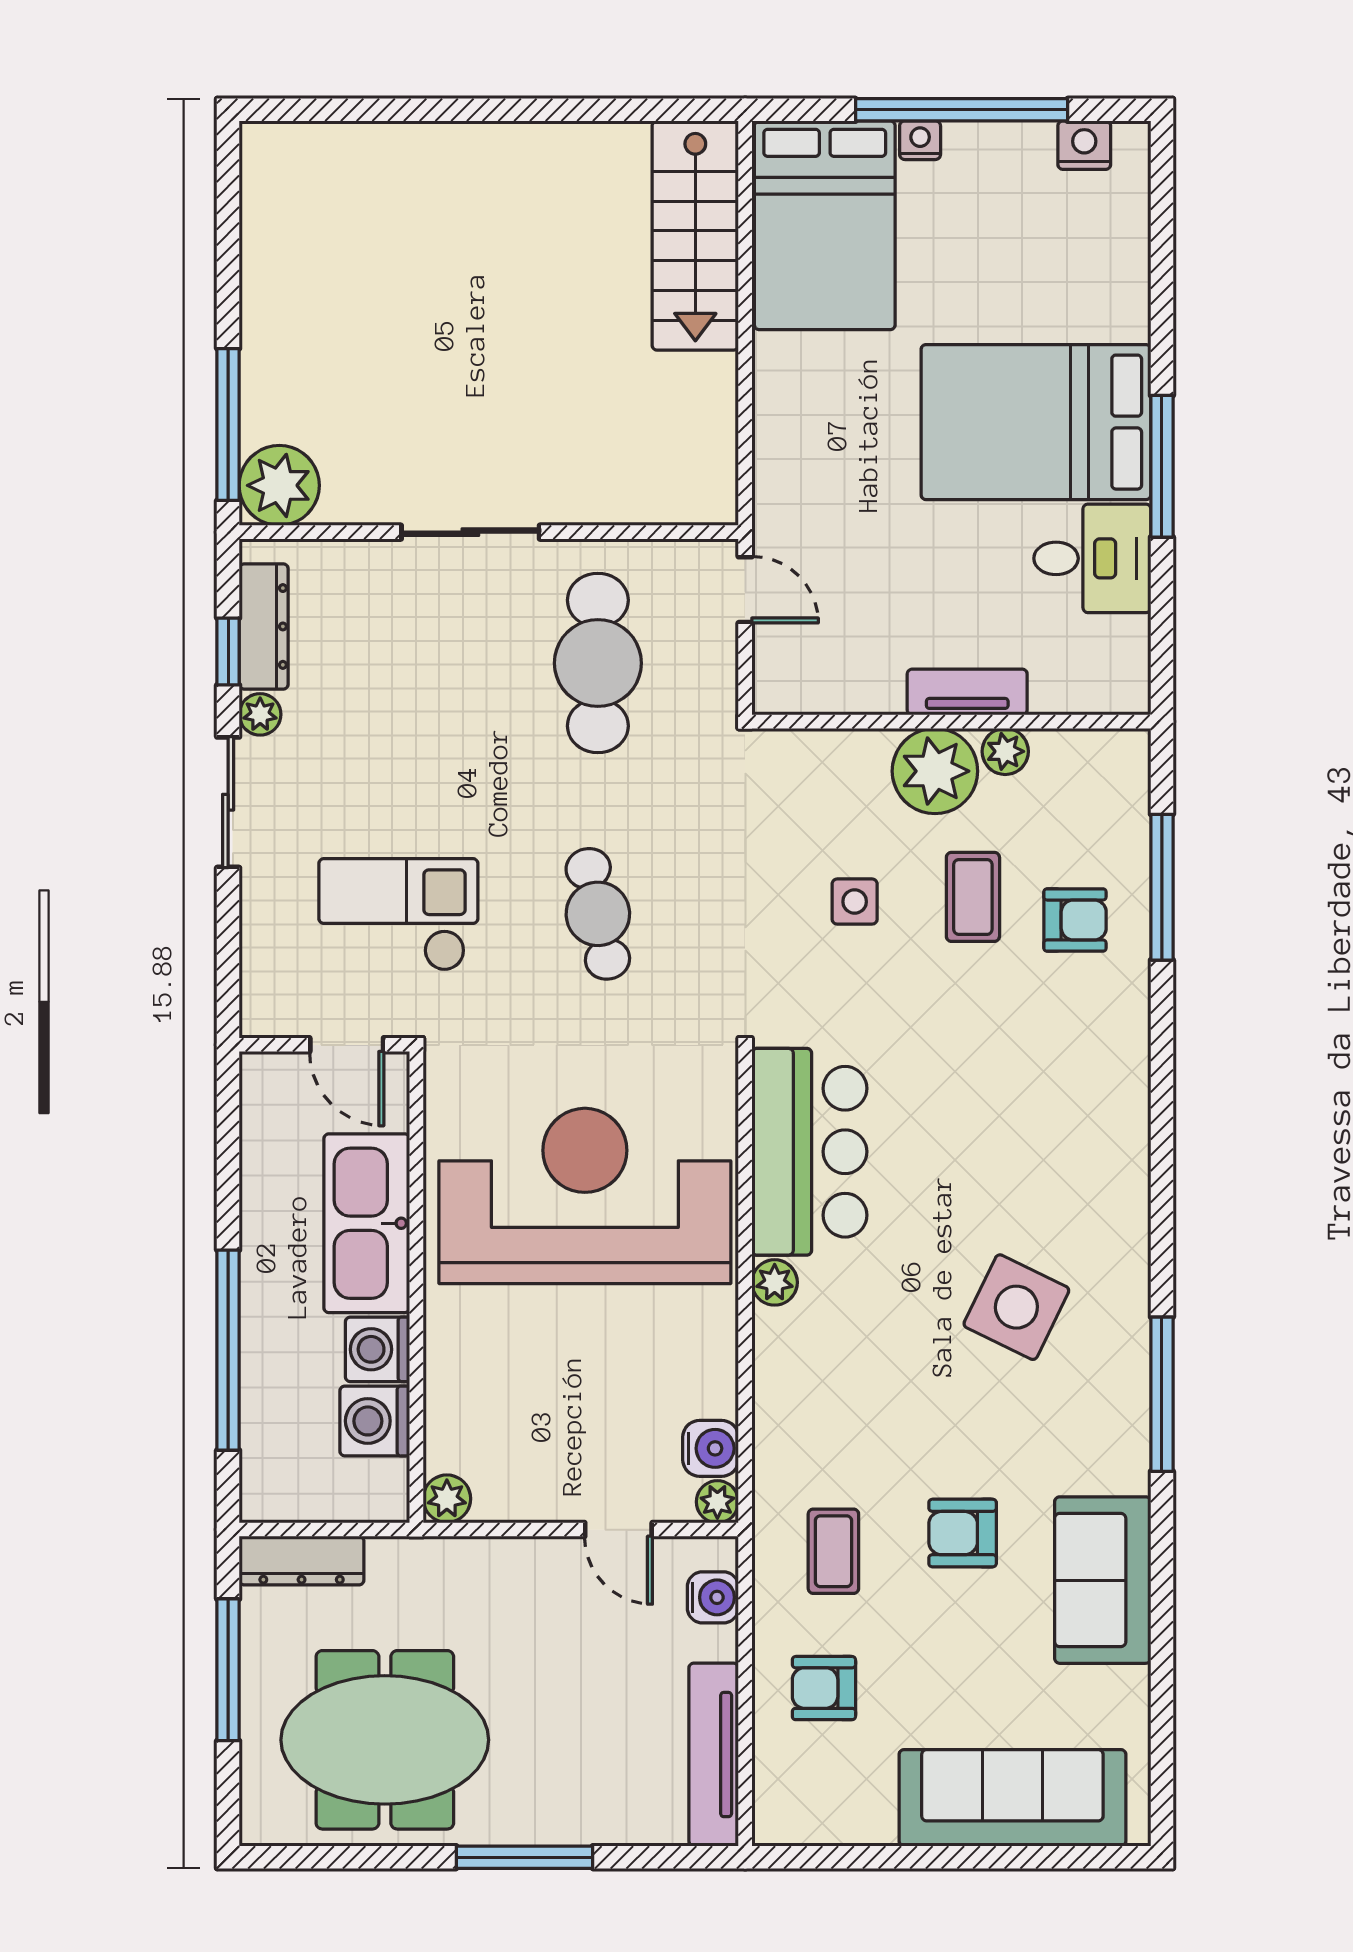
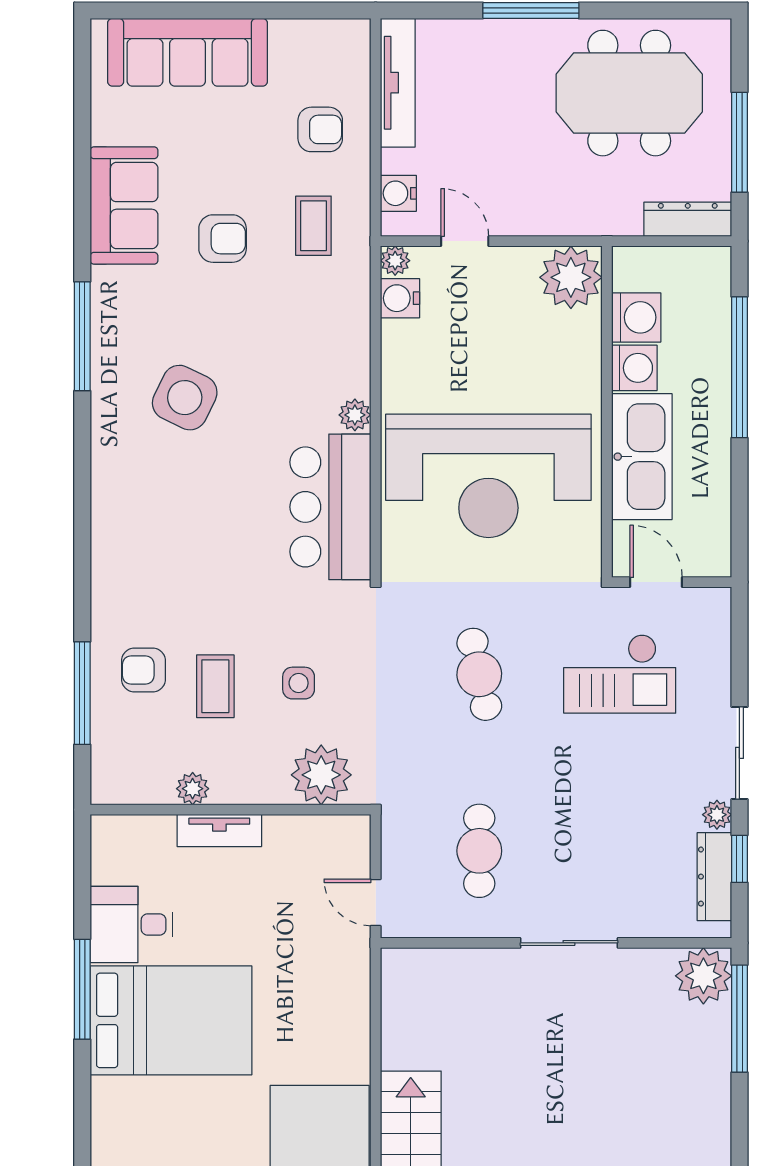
cafe table: (598, 663) -> (479, 851), width x0.73, depth x0.74
plant: (935, 771) -> (321, 775), moved
plant: (447, 1499) -> (571, 277), width x1.88, depth x1.88

